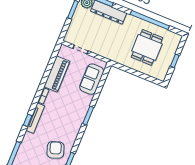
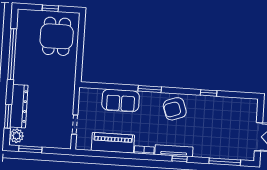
dining table: (147, 47) -> (57, 36), moved, turned 90
sofa: (92, 79) -> (121, 100), moved
armchair: (56, 150) -> (175, 109), moved

